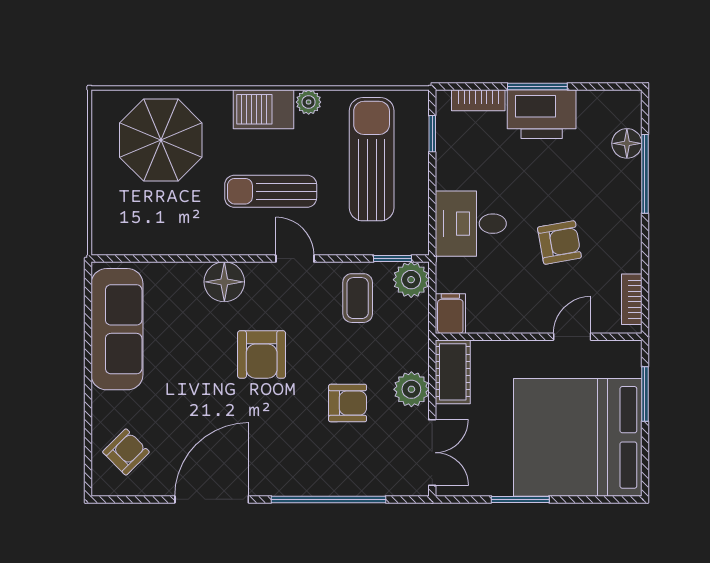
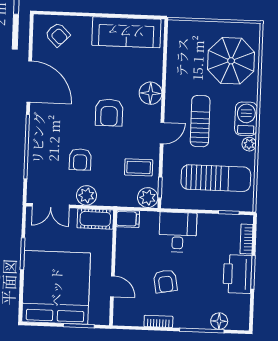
bookcase: (632, 299) -> (158, 321), moved
armchair: (262, 354) -> (109, 112), turned -90

